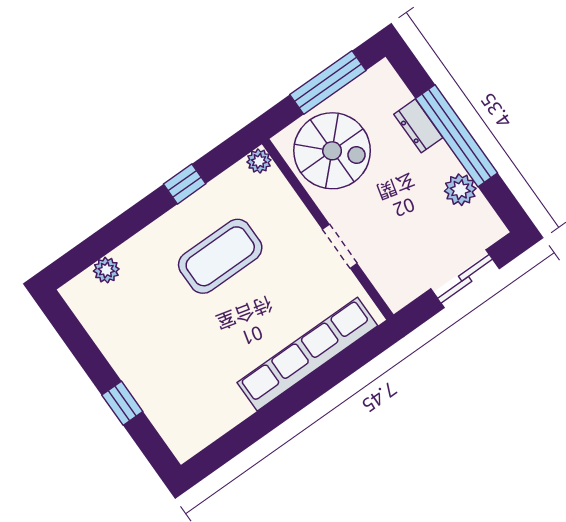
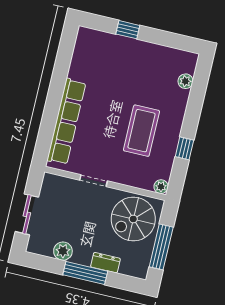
window: (457, 136) -> (85, 273), width x0.68

